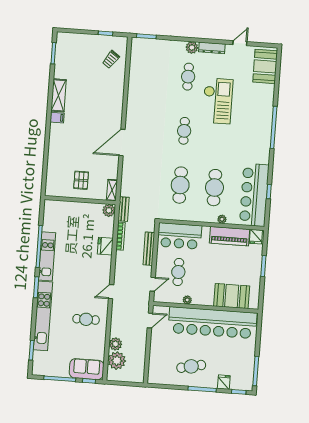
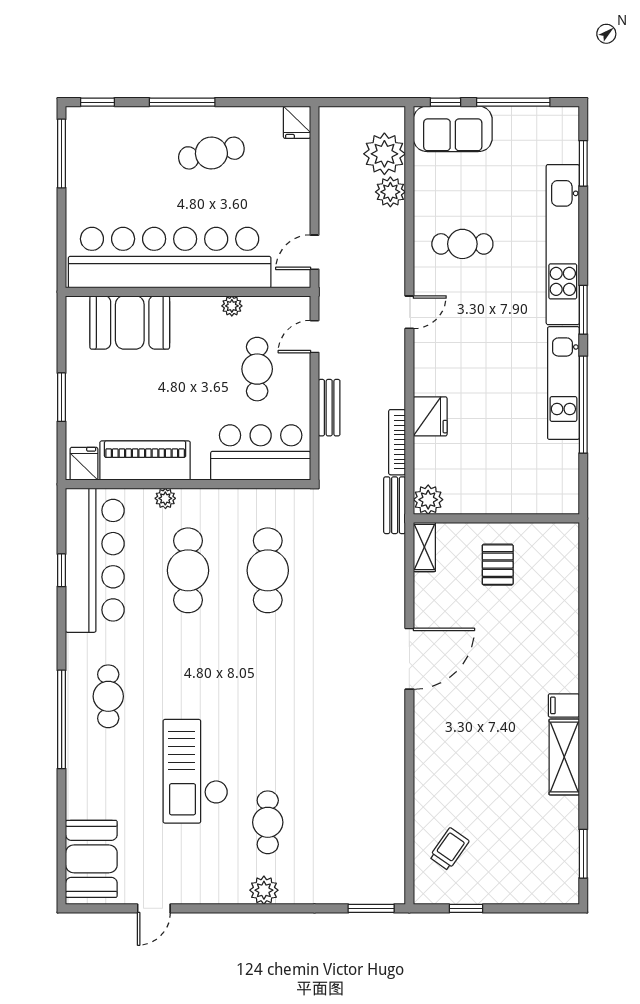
dresser: (212, 48) -> (218, 893), removed
cafe table: (184, 131) -> (108, 696), moved
bench: (149, 249) -> (329, 408), width x0.73
fridge: (224, 382) -> (297, 122), moved

